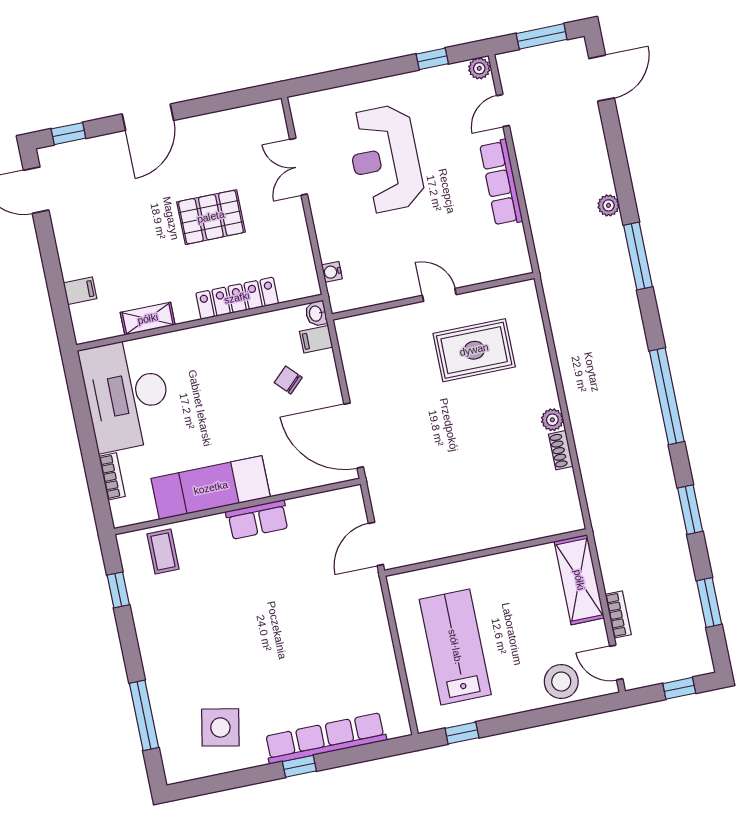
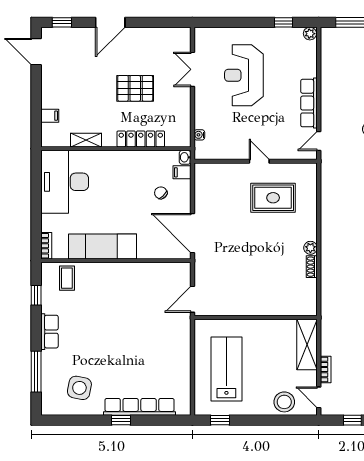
door: (503, 111) -> (319, 141), moved
bookcase: (112, 476) -> (46, 246), moved
row of seats: (258, 520) -> (50, 332), moved, turned -90

